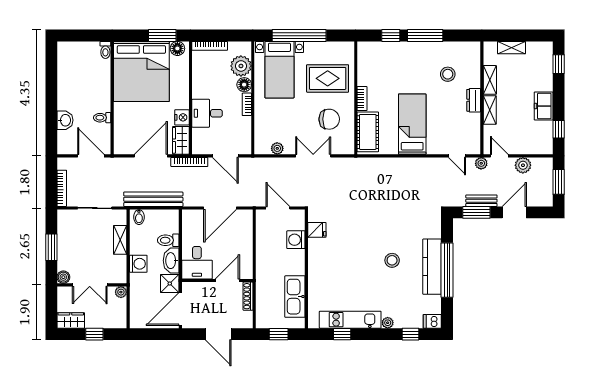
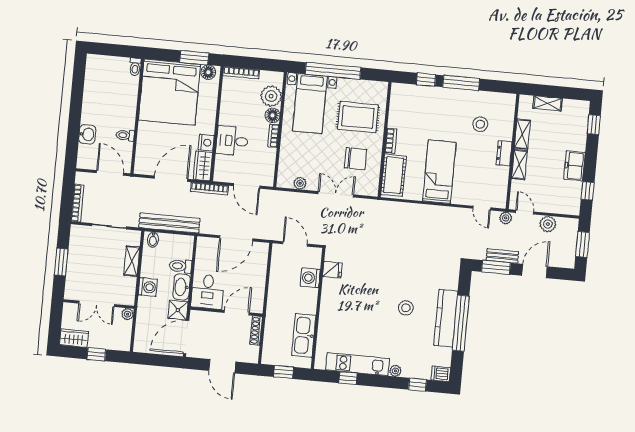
boiler: (63, 277) -> (70, 293), removed

